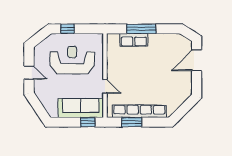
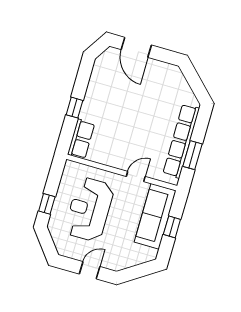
window: (141, 29) -> (74, 108), width x0.46
row of seats: (134, 40) -> (81, 139), moved
window: (88, 122) -> (172, 227), moved

